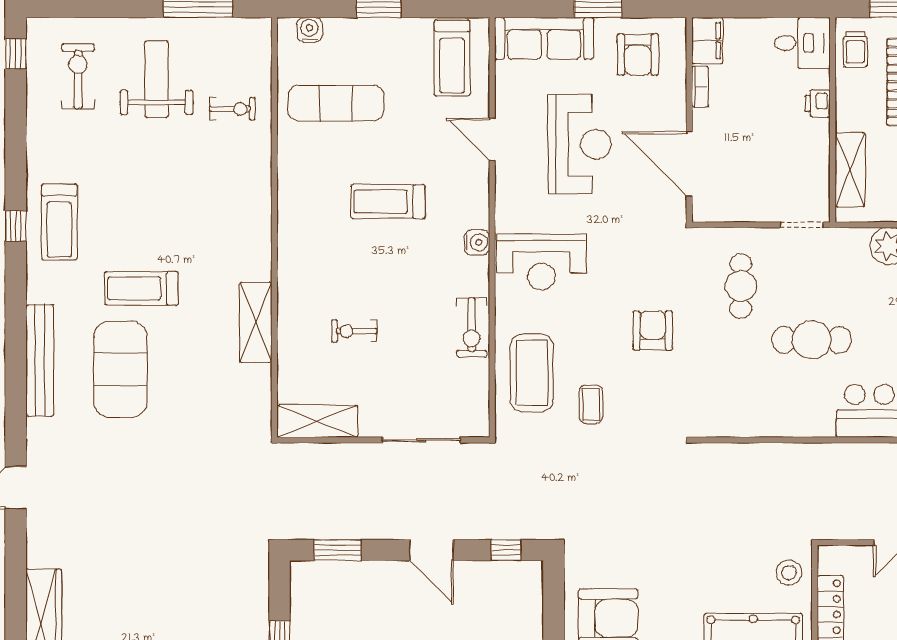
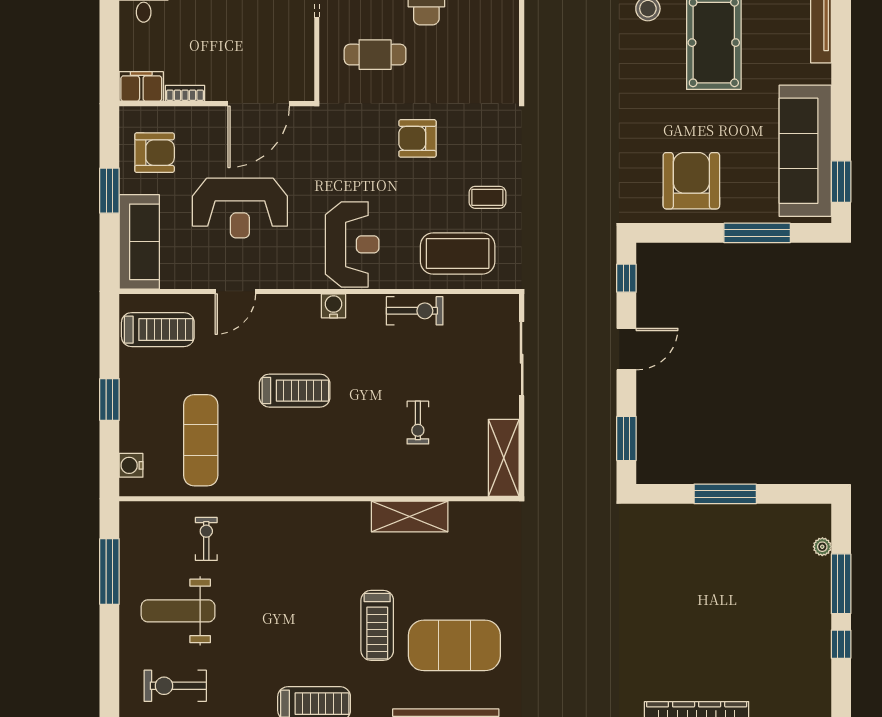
reception desk: (580, 144) -> (240, 208), turned 180
treadmill: (388, 202) -> (295, 391), turned -90

